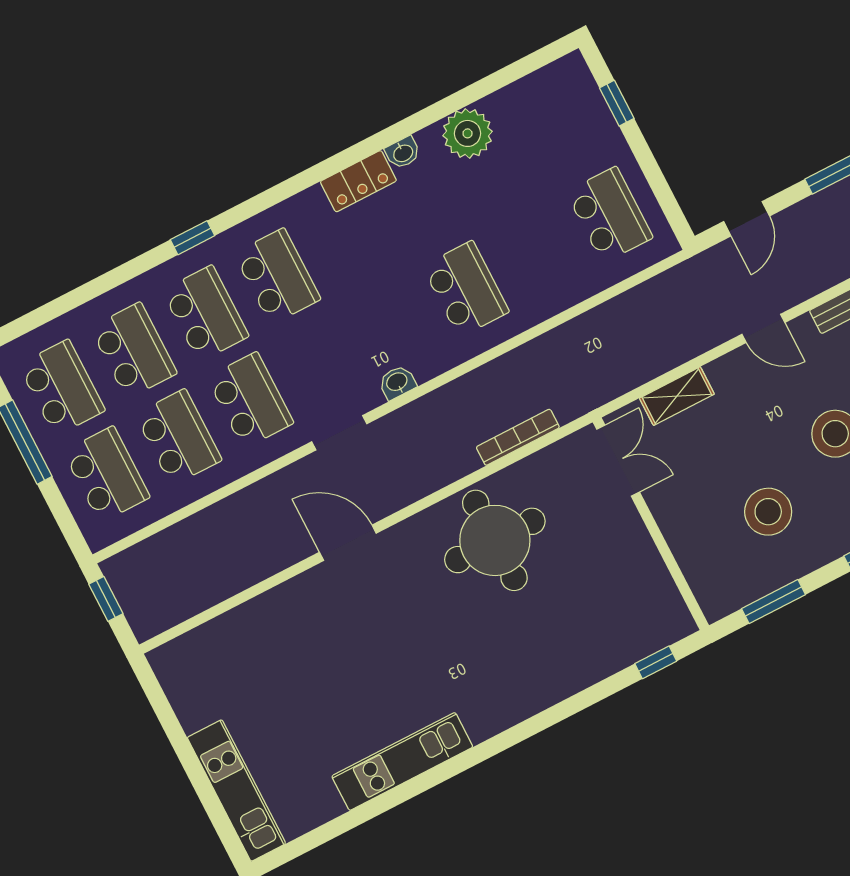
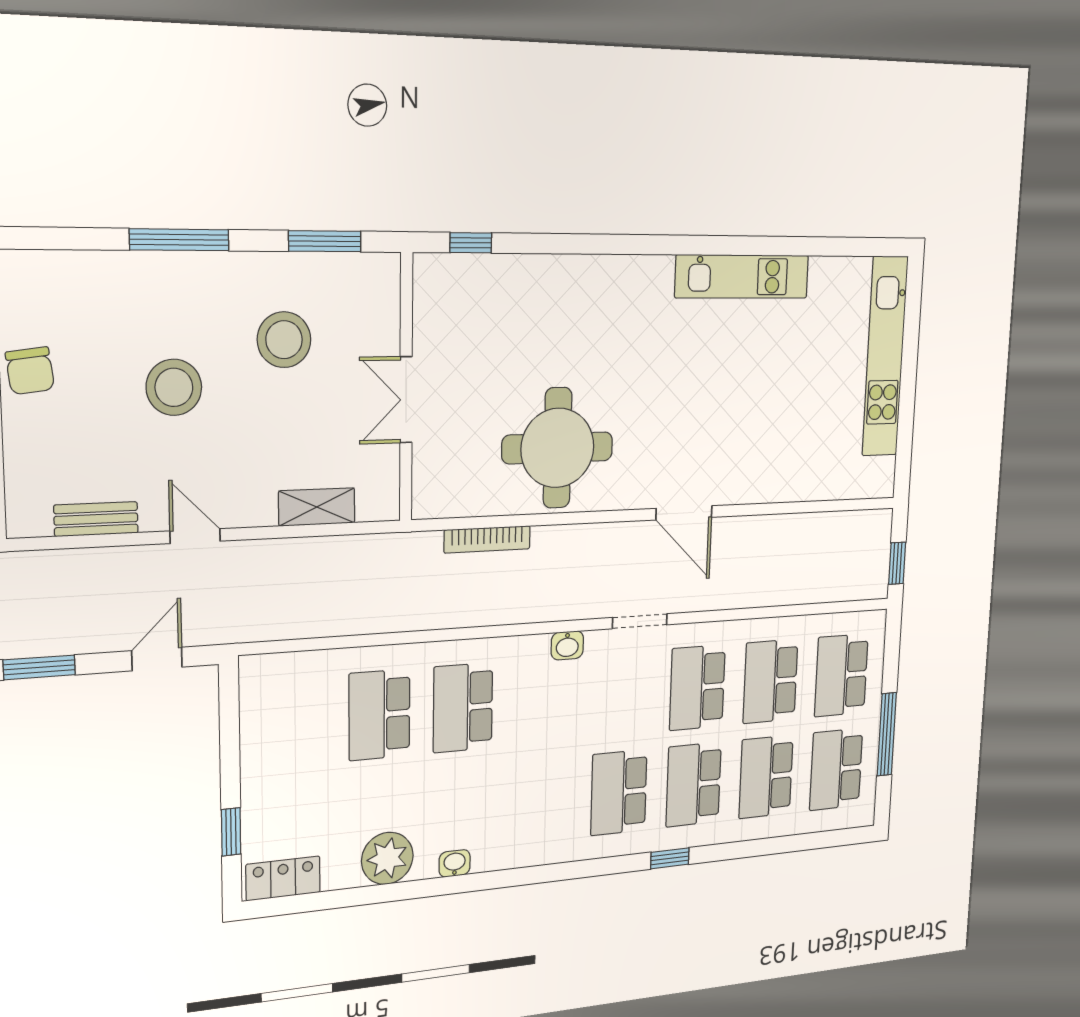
locker: (358, 181) -> (283, 878), moved
school desk: (609, 215) -> (379, 715), moved
double door: (618, 461) -> (406, 400), moved
kitchen unit: (236, 790) -> (885, 357), width x1.36

